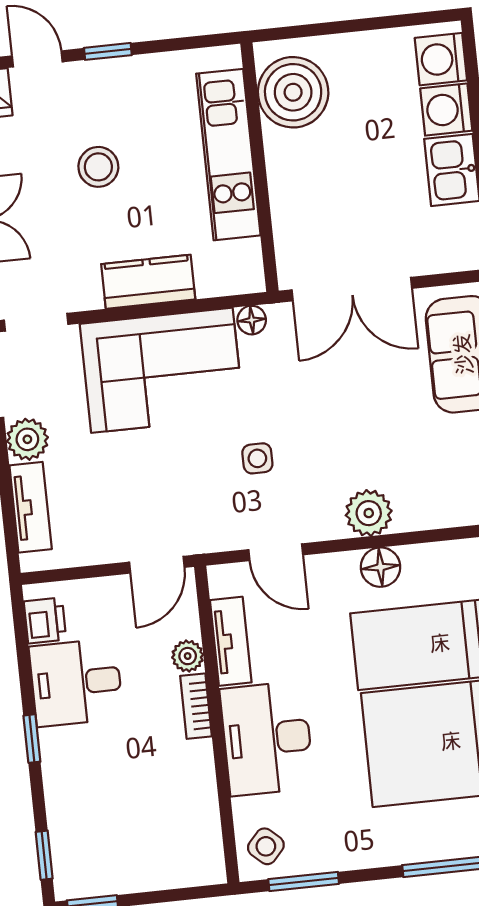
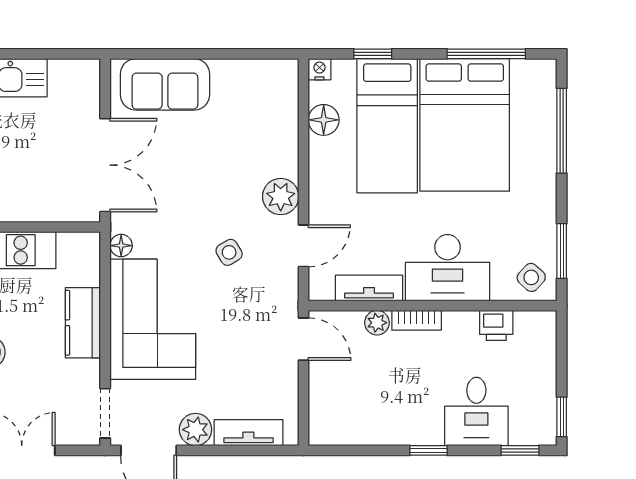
side table: (257, 458) -> (229, 252), turned -31
plant: (369, 513) -> (281, 197), moved
floor lamp: (381, 567) -> (324, 120), moved
printer: (45, 620) -> (496, 325), moved, turned 180
desk: (76, 683) -> (476, 412), moved

